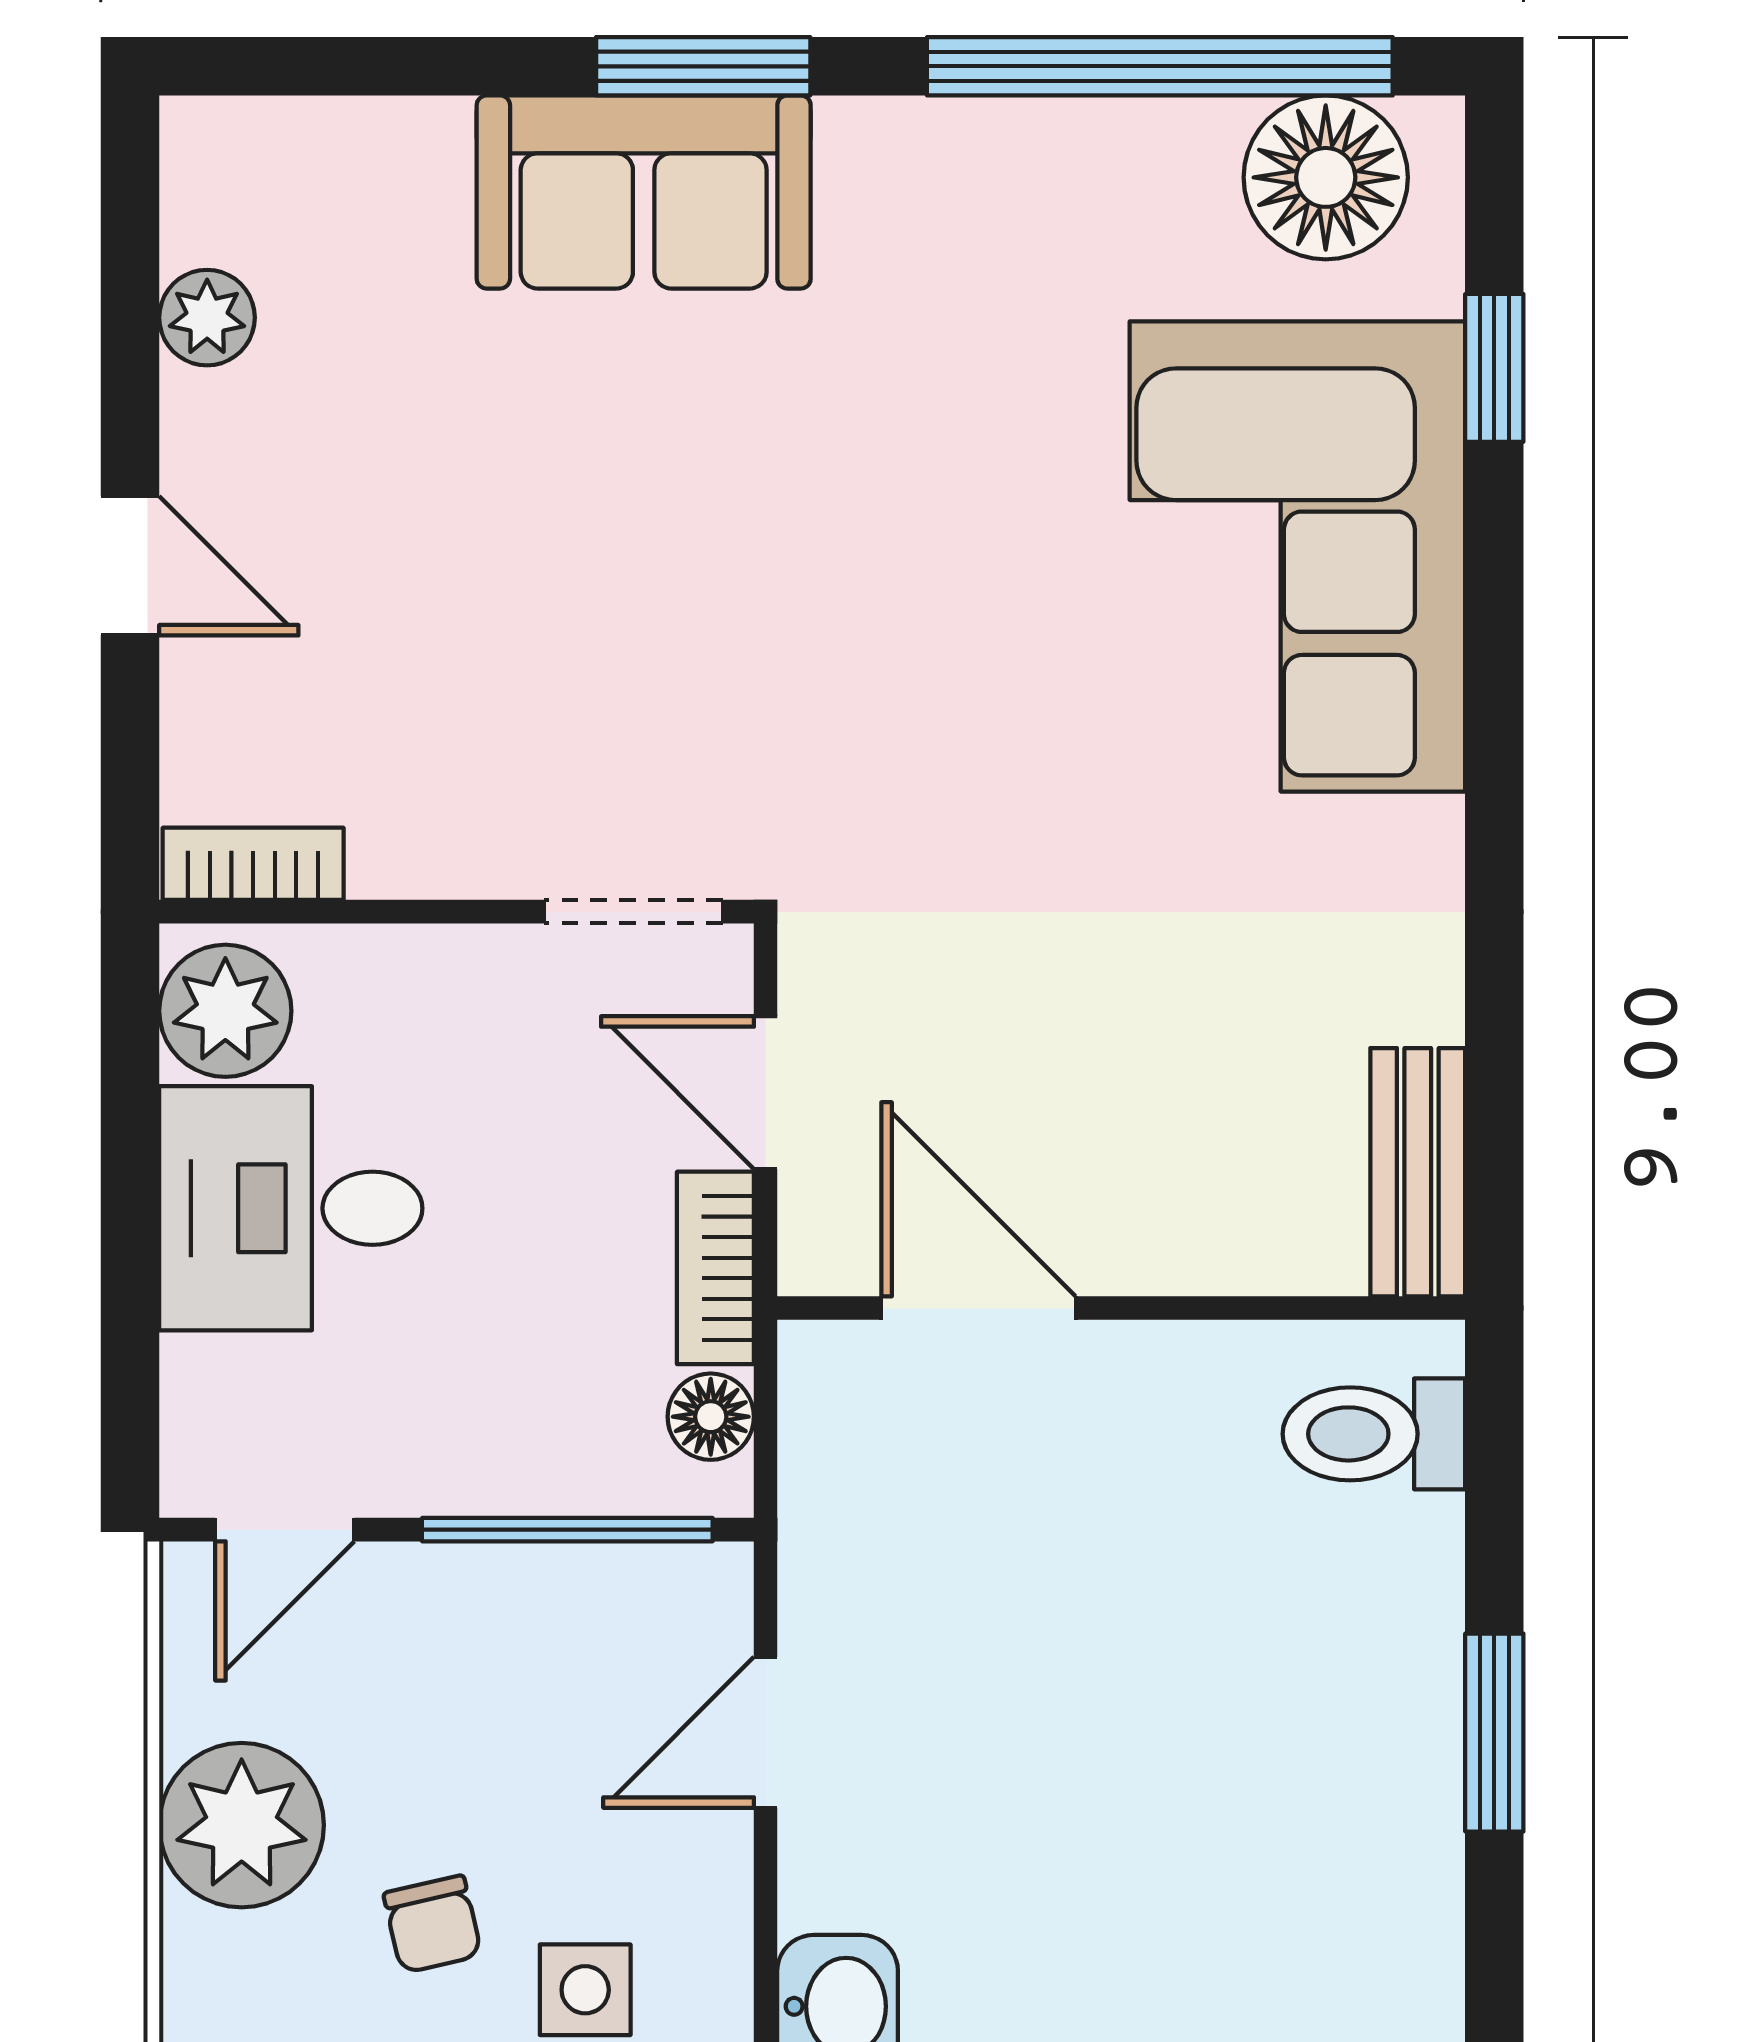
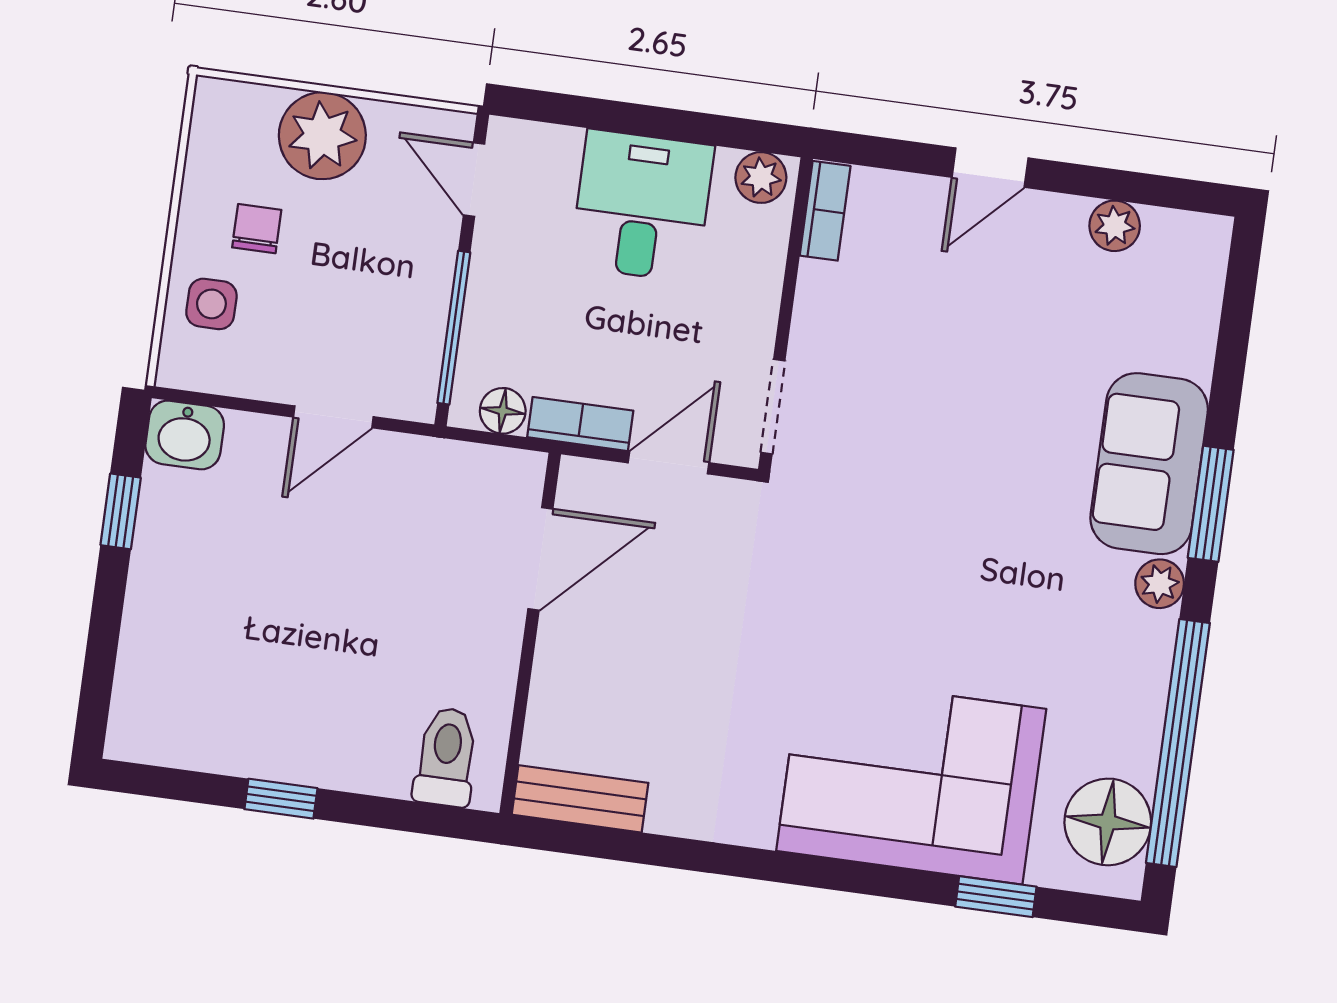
plant: (866, 141) -> (1160, 584), added
plant: (225, 1011) -> (761, 178), width x0.73, depth x0.73
door: (766, 1732) -> (333, 417), swing flipped
window: (1494, 1733) -> (281, 799), width x0.67
chair: (433, 1924) -> (257, 229), turned 103

